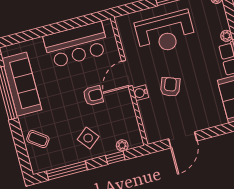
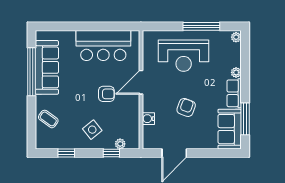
armchair: (170, 87) -> (186, 107), moved
water cooler: (141, 93) -> (148, 119), moved
window: (67, 171) -> (66, 153), width x0.46

